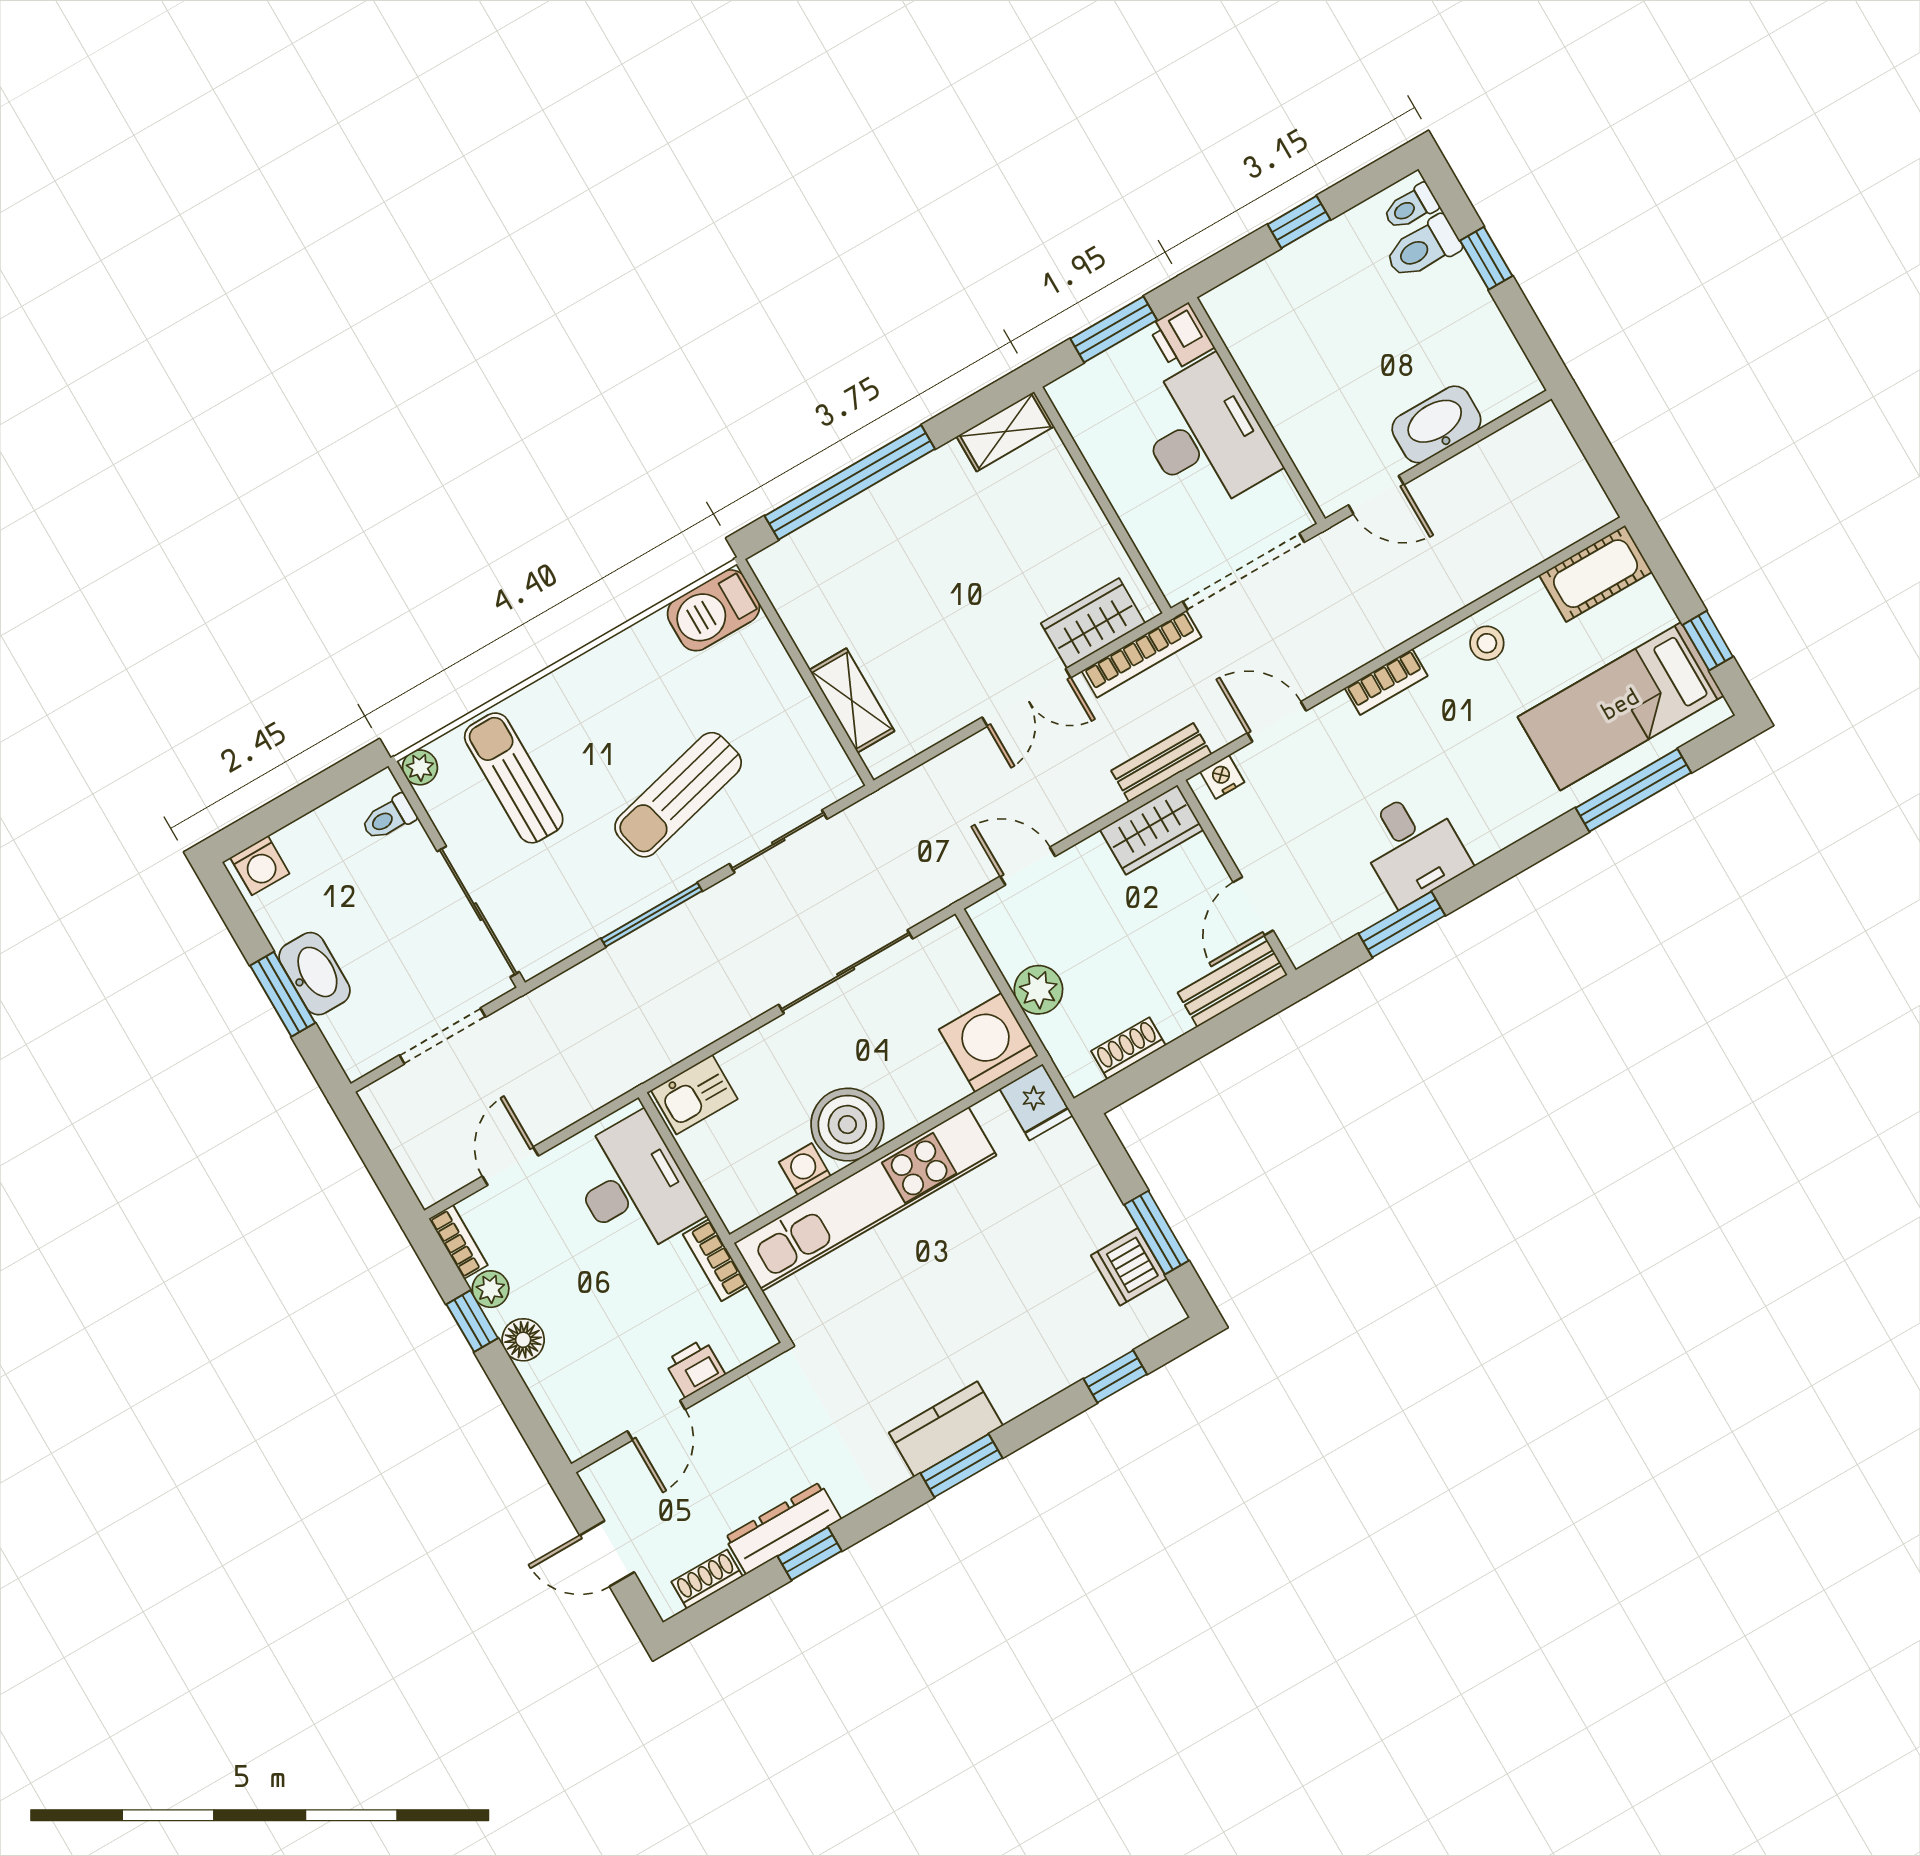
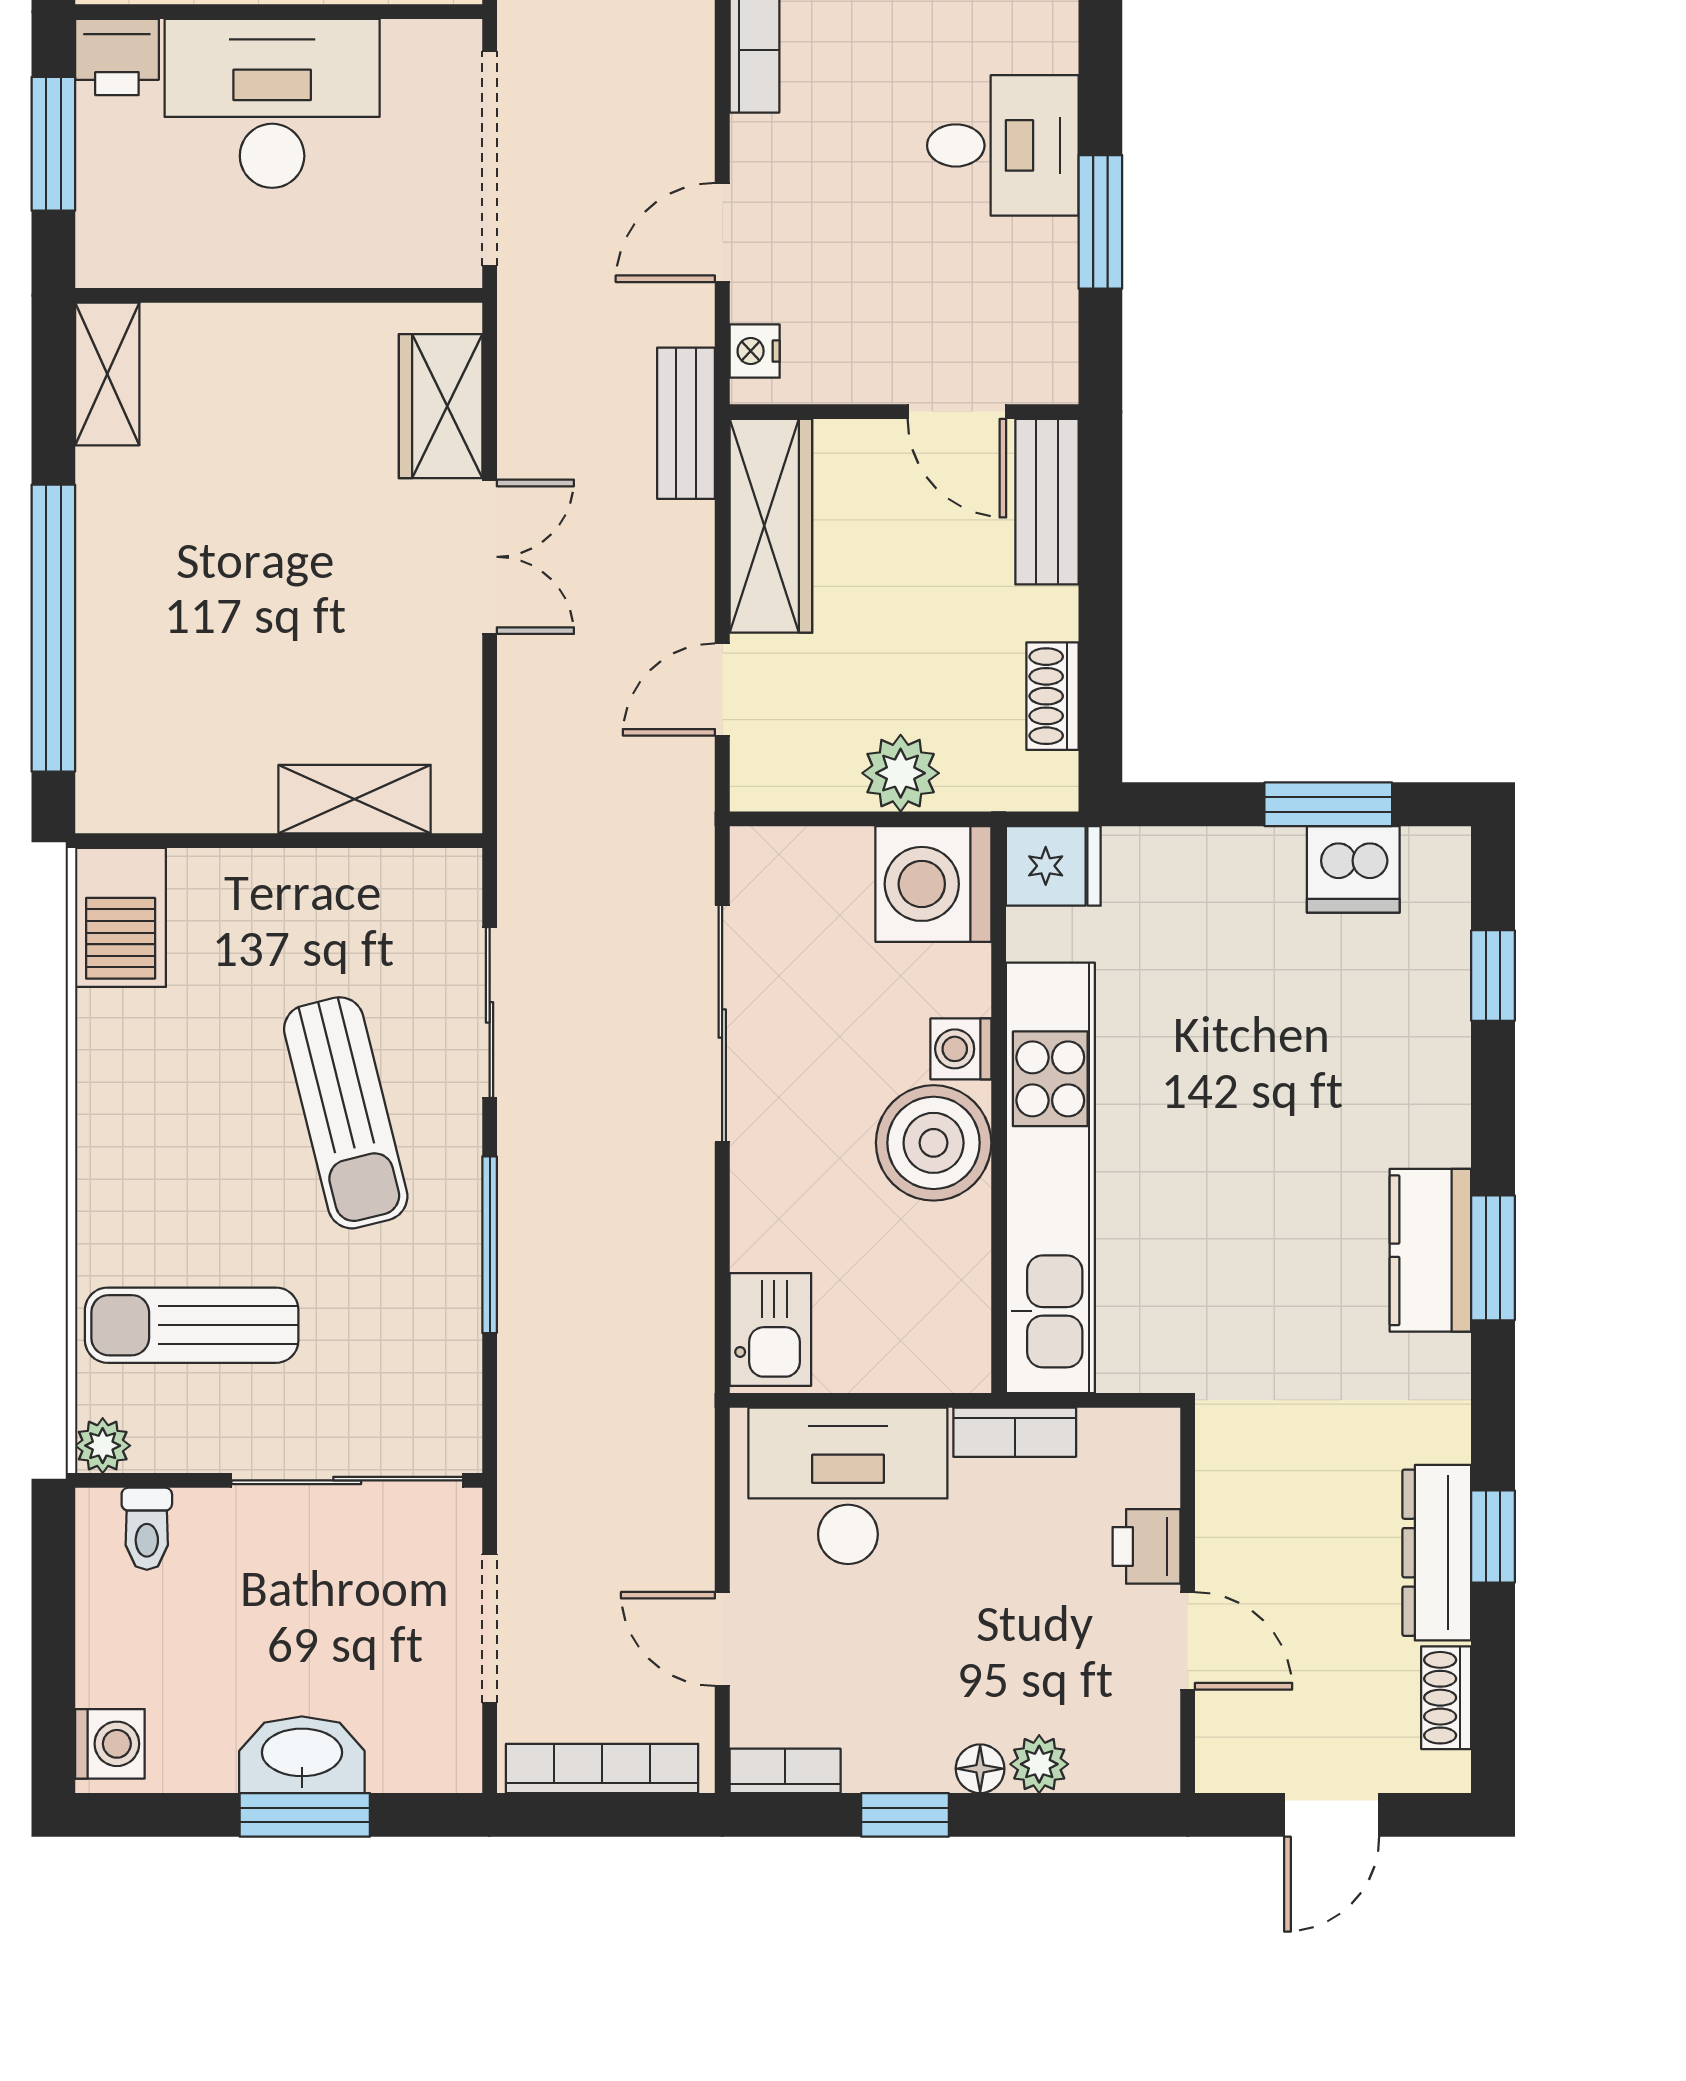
bookcase: (1142, 654) -> (602, 1768), moved, turned -90
wardrobe: (1152, 830) -> (771, 526), width x1.50
washing machine: (805, 1169) -> (961, 1049), moved
plant: (491, 1289) -> (1039, 1764), moved
floor lamp: (523, 1340) -> (980, 1769), width x0.73, depth x0.73

